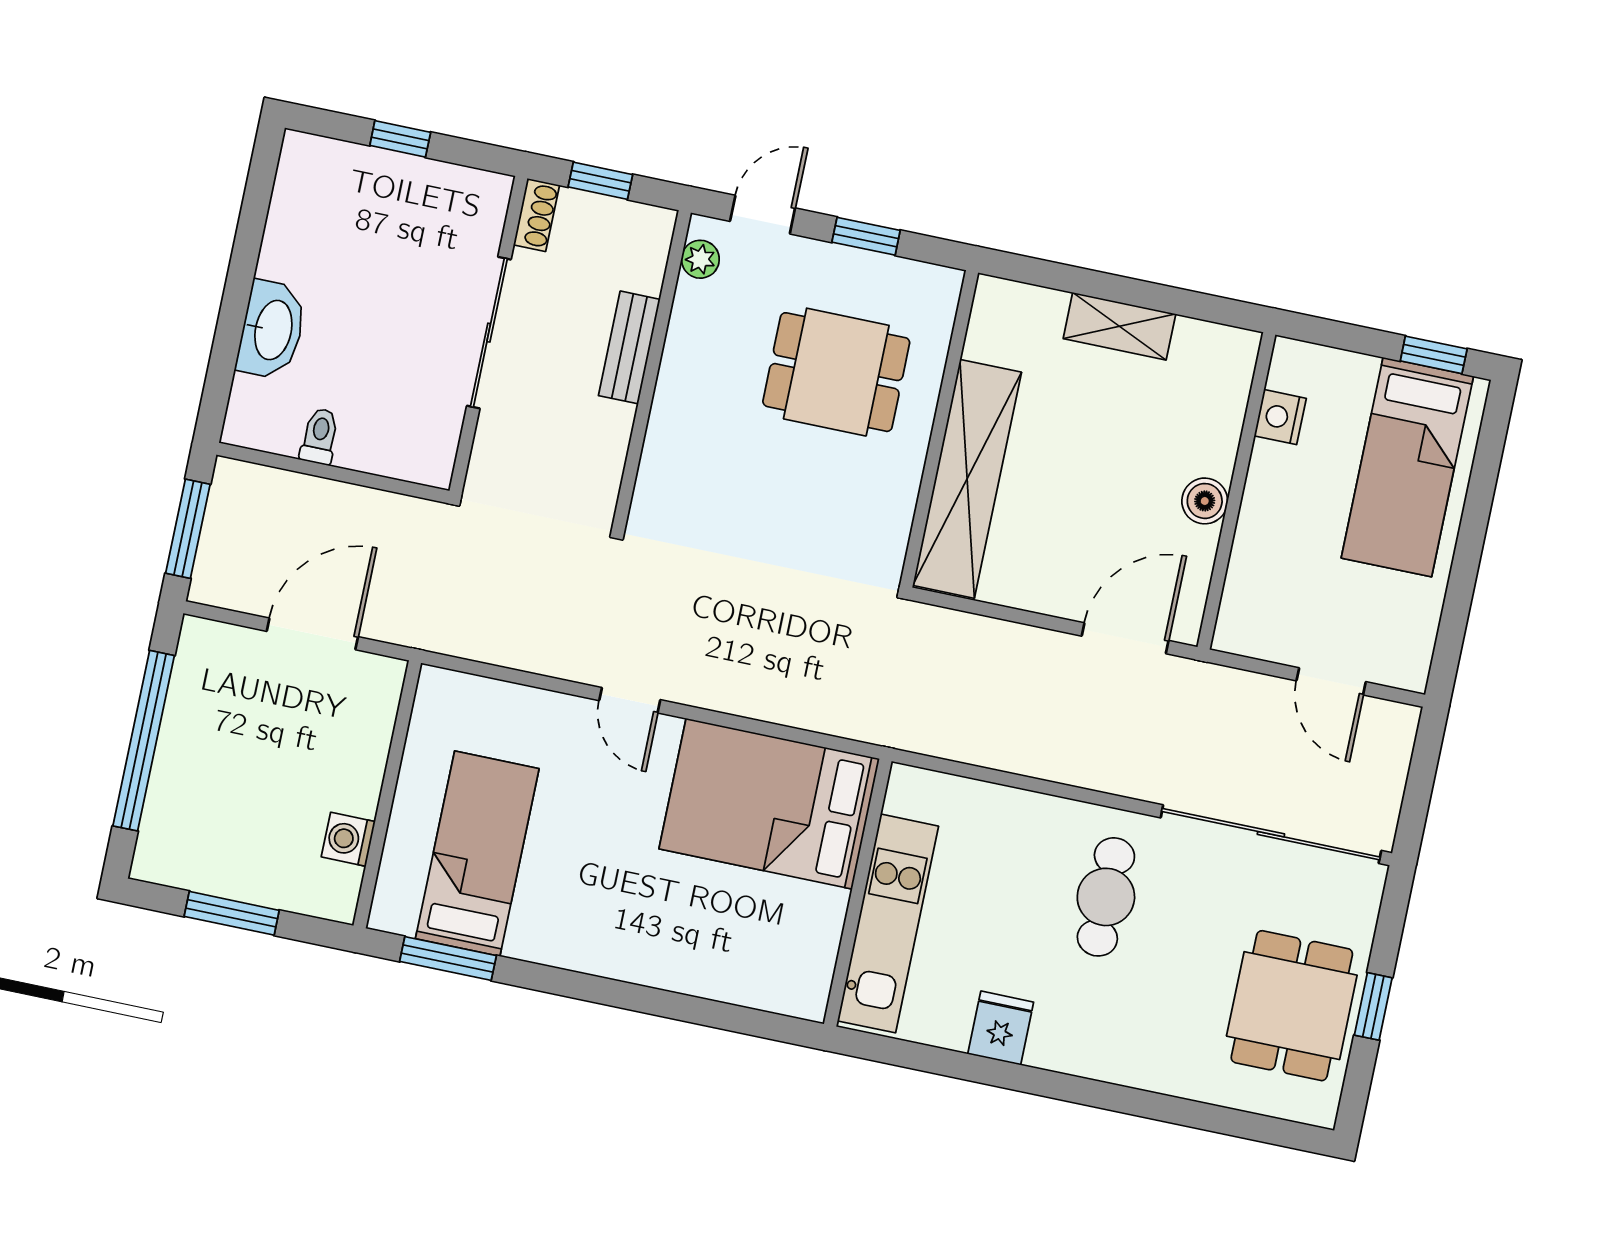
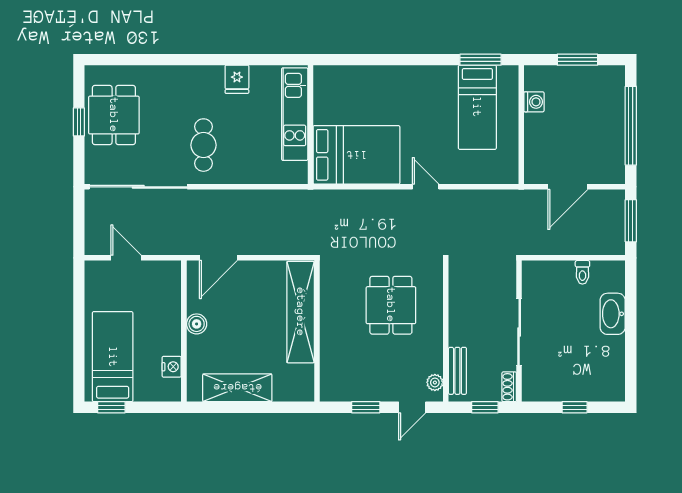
shelving: (1119, 326) -> (237, 388), width x1.50, depth x1.33
bench: (629, 347) -> (457, 371), moved
dining table: (836, 372) -> (391, 305), moved, turned 90

